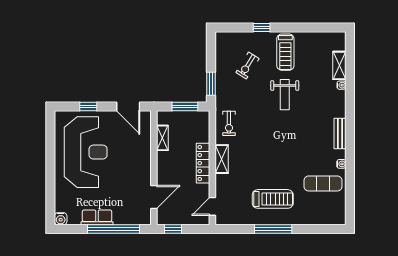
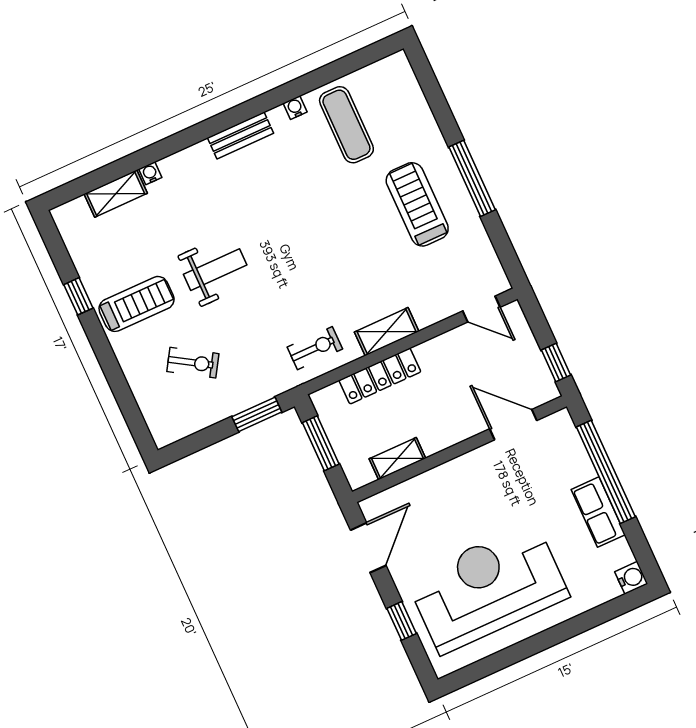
window: (262, 28) -> (78, 296), moved
locker: (203, 163) -> (380, 376), moved

